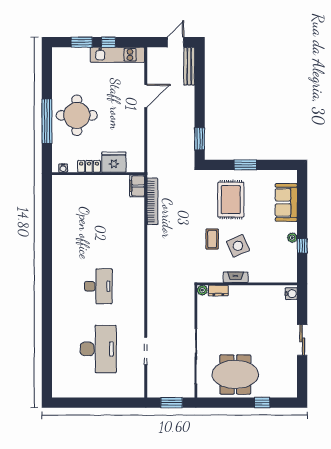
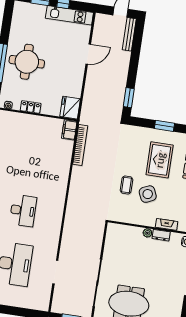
fridge: (114, 162) -> (70, 108), moved, turned -90
rug: (231, 200) -> (160, 160), moved
fireplace: (236, 277) -> (167, 224), moved
plant: (202, 290) -> (147, 233), moved
dresser: (218, 290) -> (161, 235), moved

